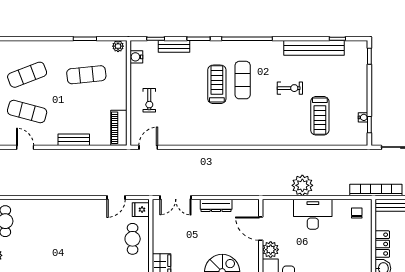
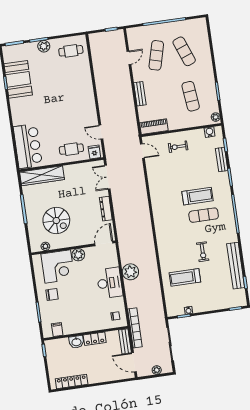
door: (261, 229) -> (104, 243), moved

